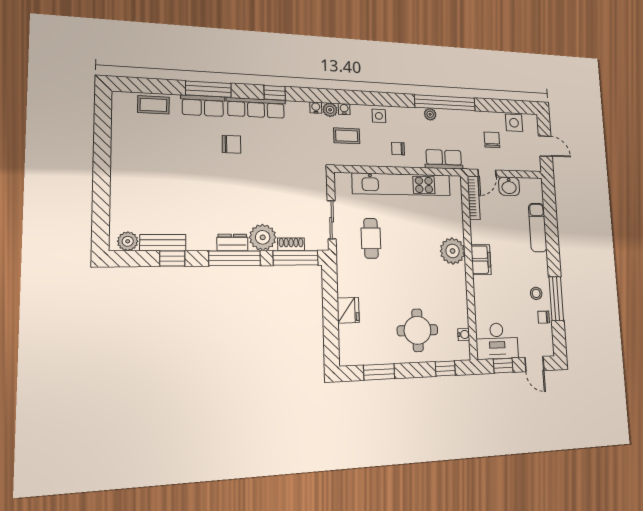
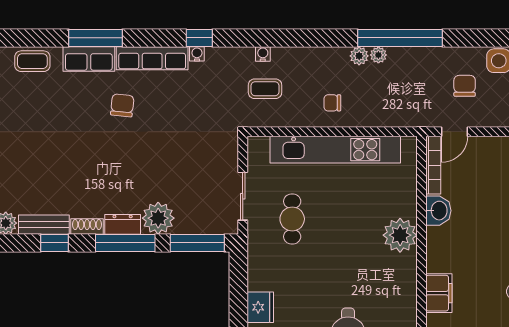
window: (275, 93) -> (199, 38), moved
water cooler: (316, 108) -> (197, 54), moved
plant: (330, 110) -> (359, 56), moved
side table: (379, 116) -> (308, 61), removed
chair: (231, 144) -> (122, 105), turned -84
row of seats: (444, 159) -> (394, 115), removed
washbasin: (509, 186) -> (438, 211), moved, turned -90
shoe rack: (291, 244) -> (87, 226), moved
filing cabinet: (481, 260) -> (439, 293), moved

